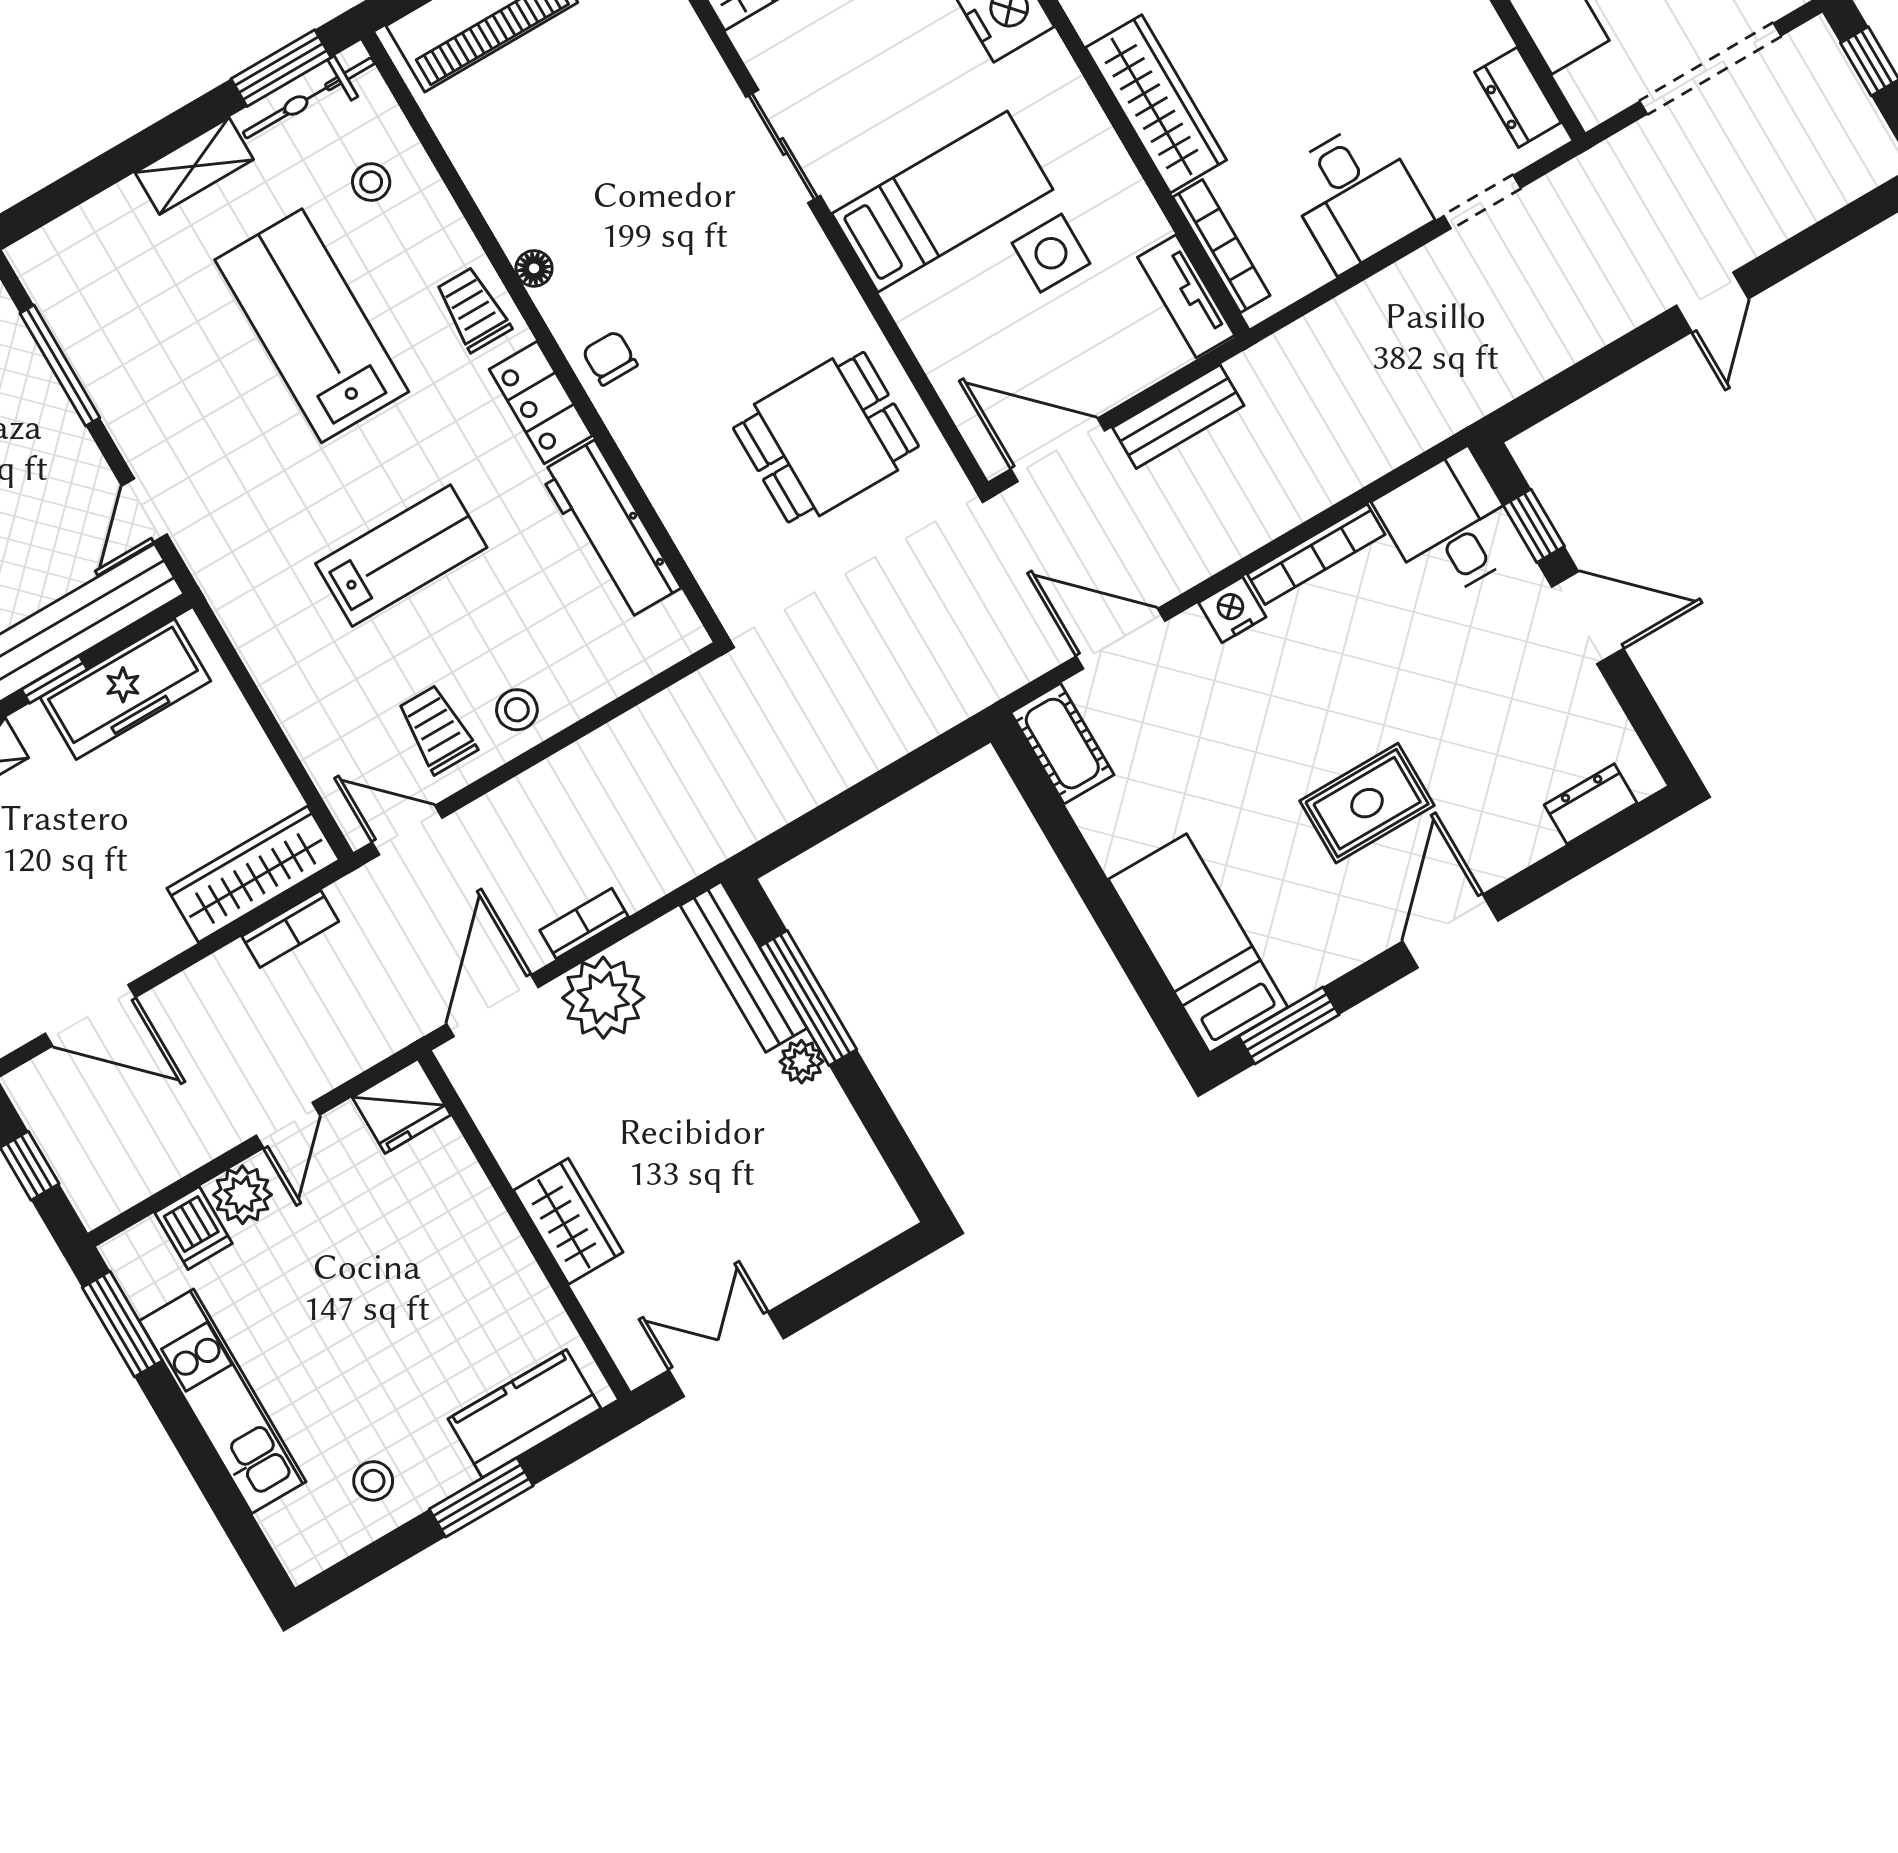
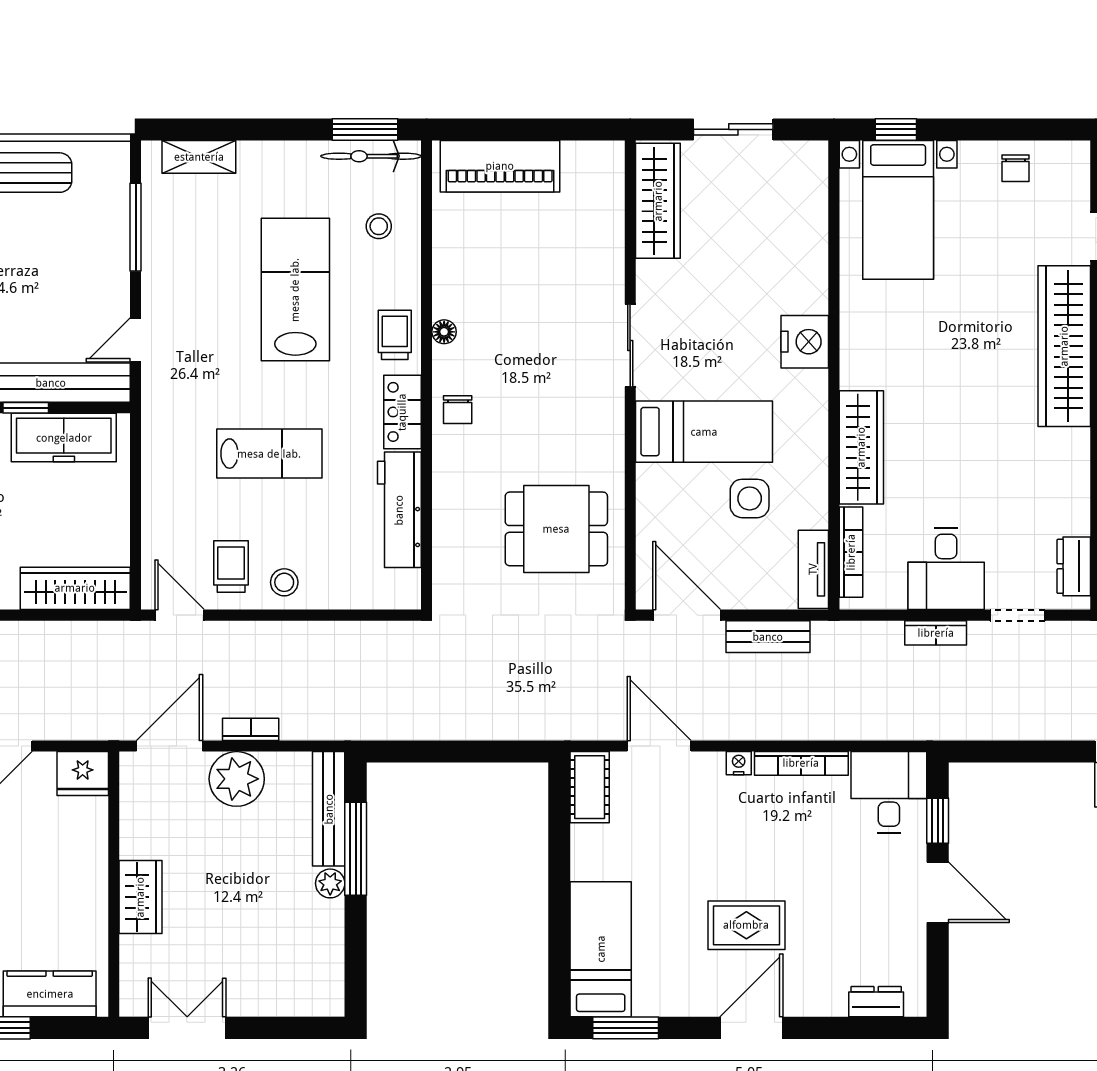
shelving: (194, 166) -> (199, 157), moved
chair: (610, 358) -> (458, 410), turned 180
nightstand: (1232, 610) -> (739, 763), width x0.72, depth x0.74
bookcase: (290, 929) -> (936, 633), moved

